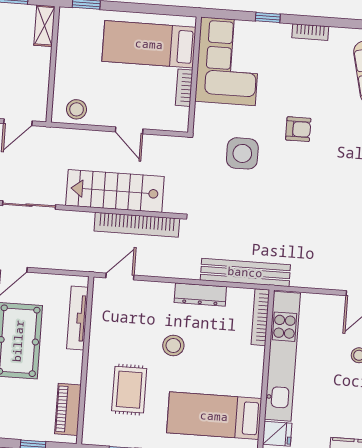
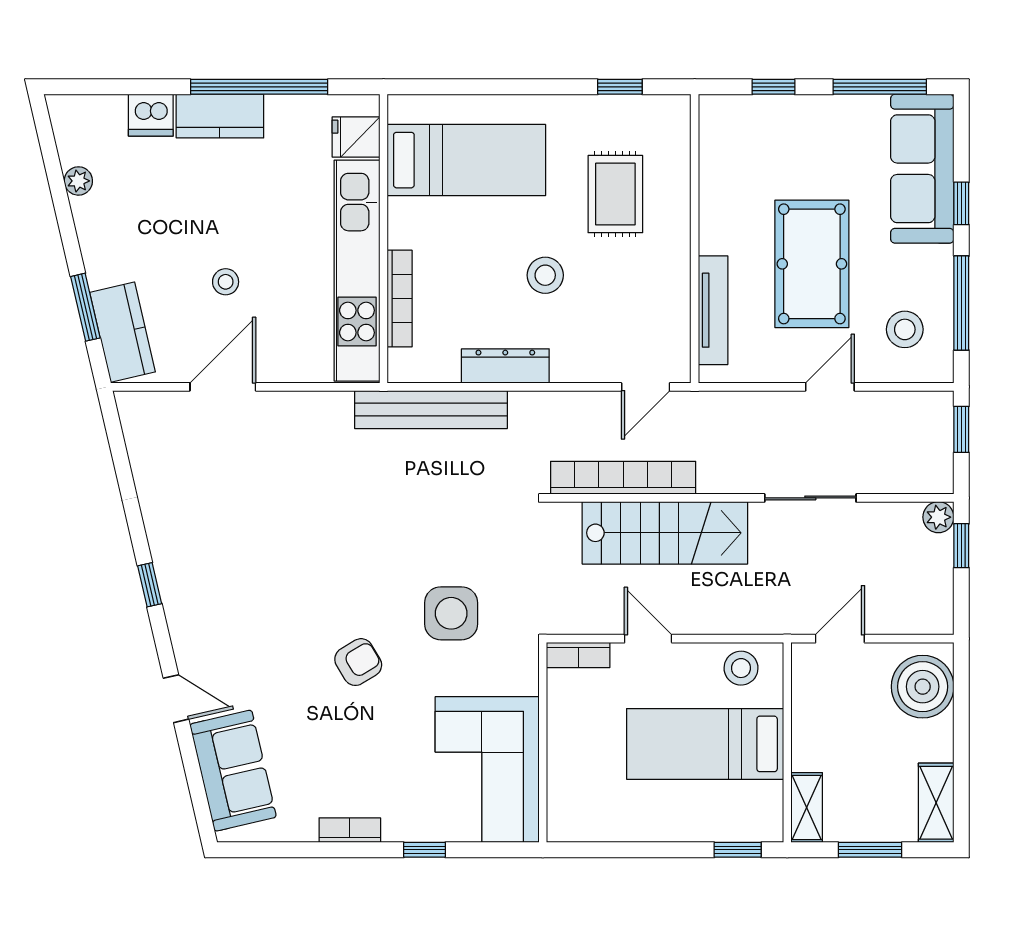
bed: (149, 44) -> (705, 744), moved, turned 180
bookcase: (184, 88) -> (578, 655), moved, turned 90
armchair: (298, 129) -> (358, 662), turned 149
bookcase: (260, 317) -> (400, 299), moved
piano: (68, 409) -> (718, 152), removed

